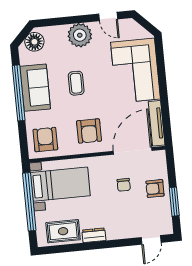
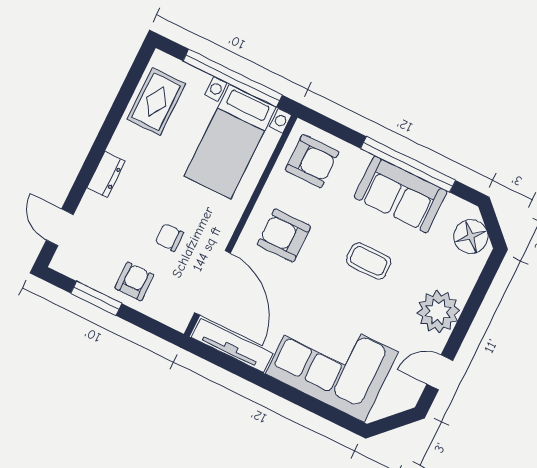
dresser: (94, 235) -> (106, 174), moved

